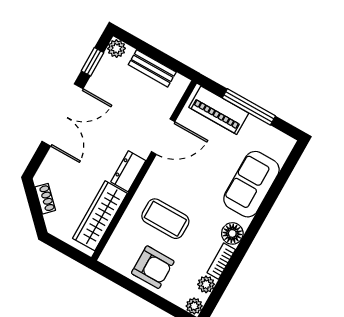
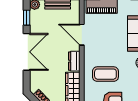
door: (163, 137) -> (82, 35), swing flipped

